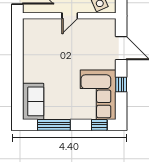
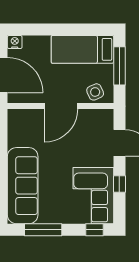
door: (70, 16) -> (61, 106), width x1.87
sofa: (33, 101) -> (23, 186), width x1.85, depth x1.27

